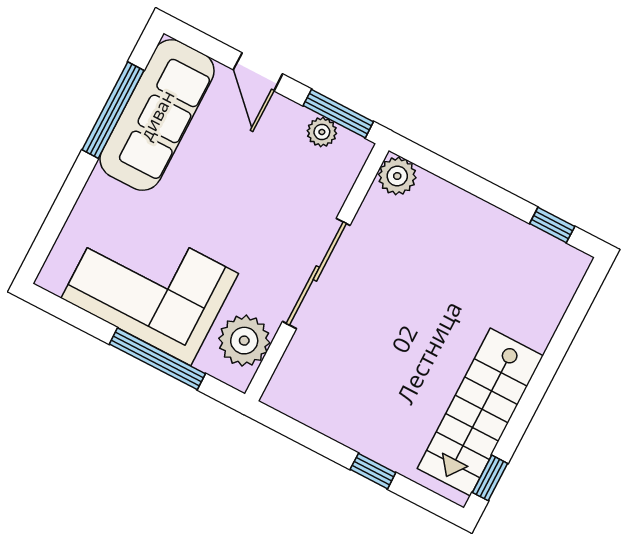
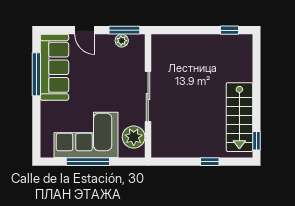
plant: (397, 176) -> (160, 42), removed
window: (157, 359) -> (88, 162), moved

